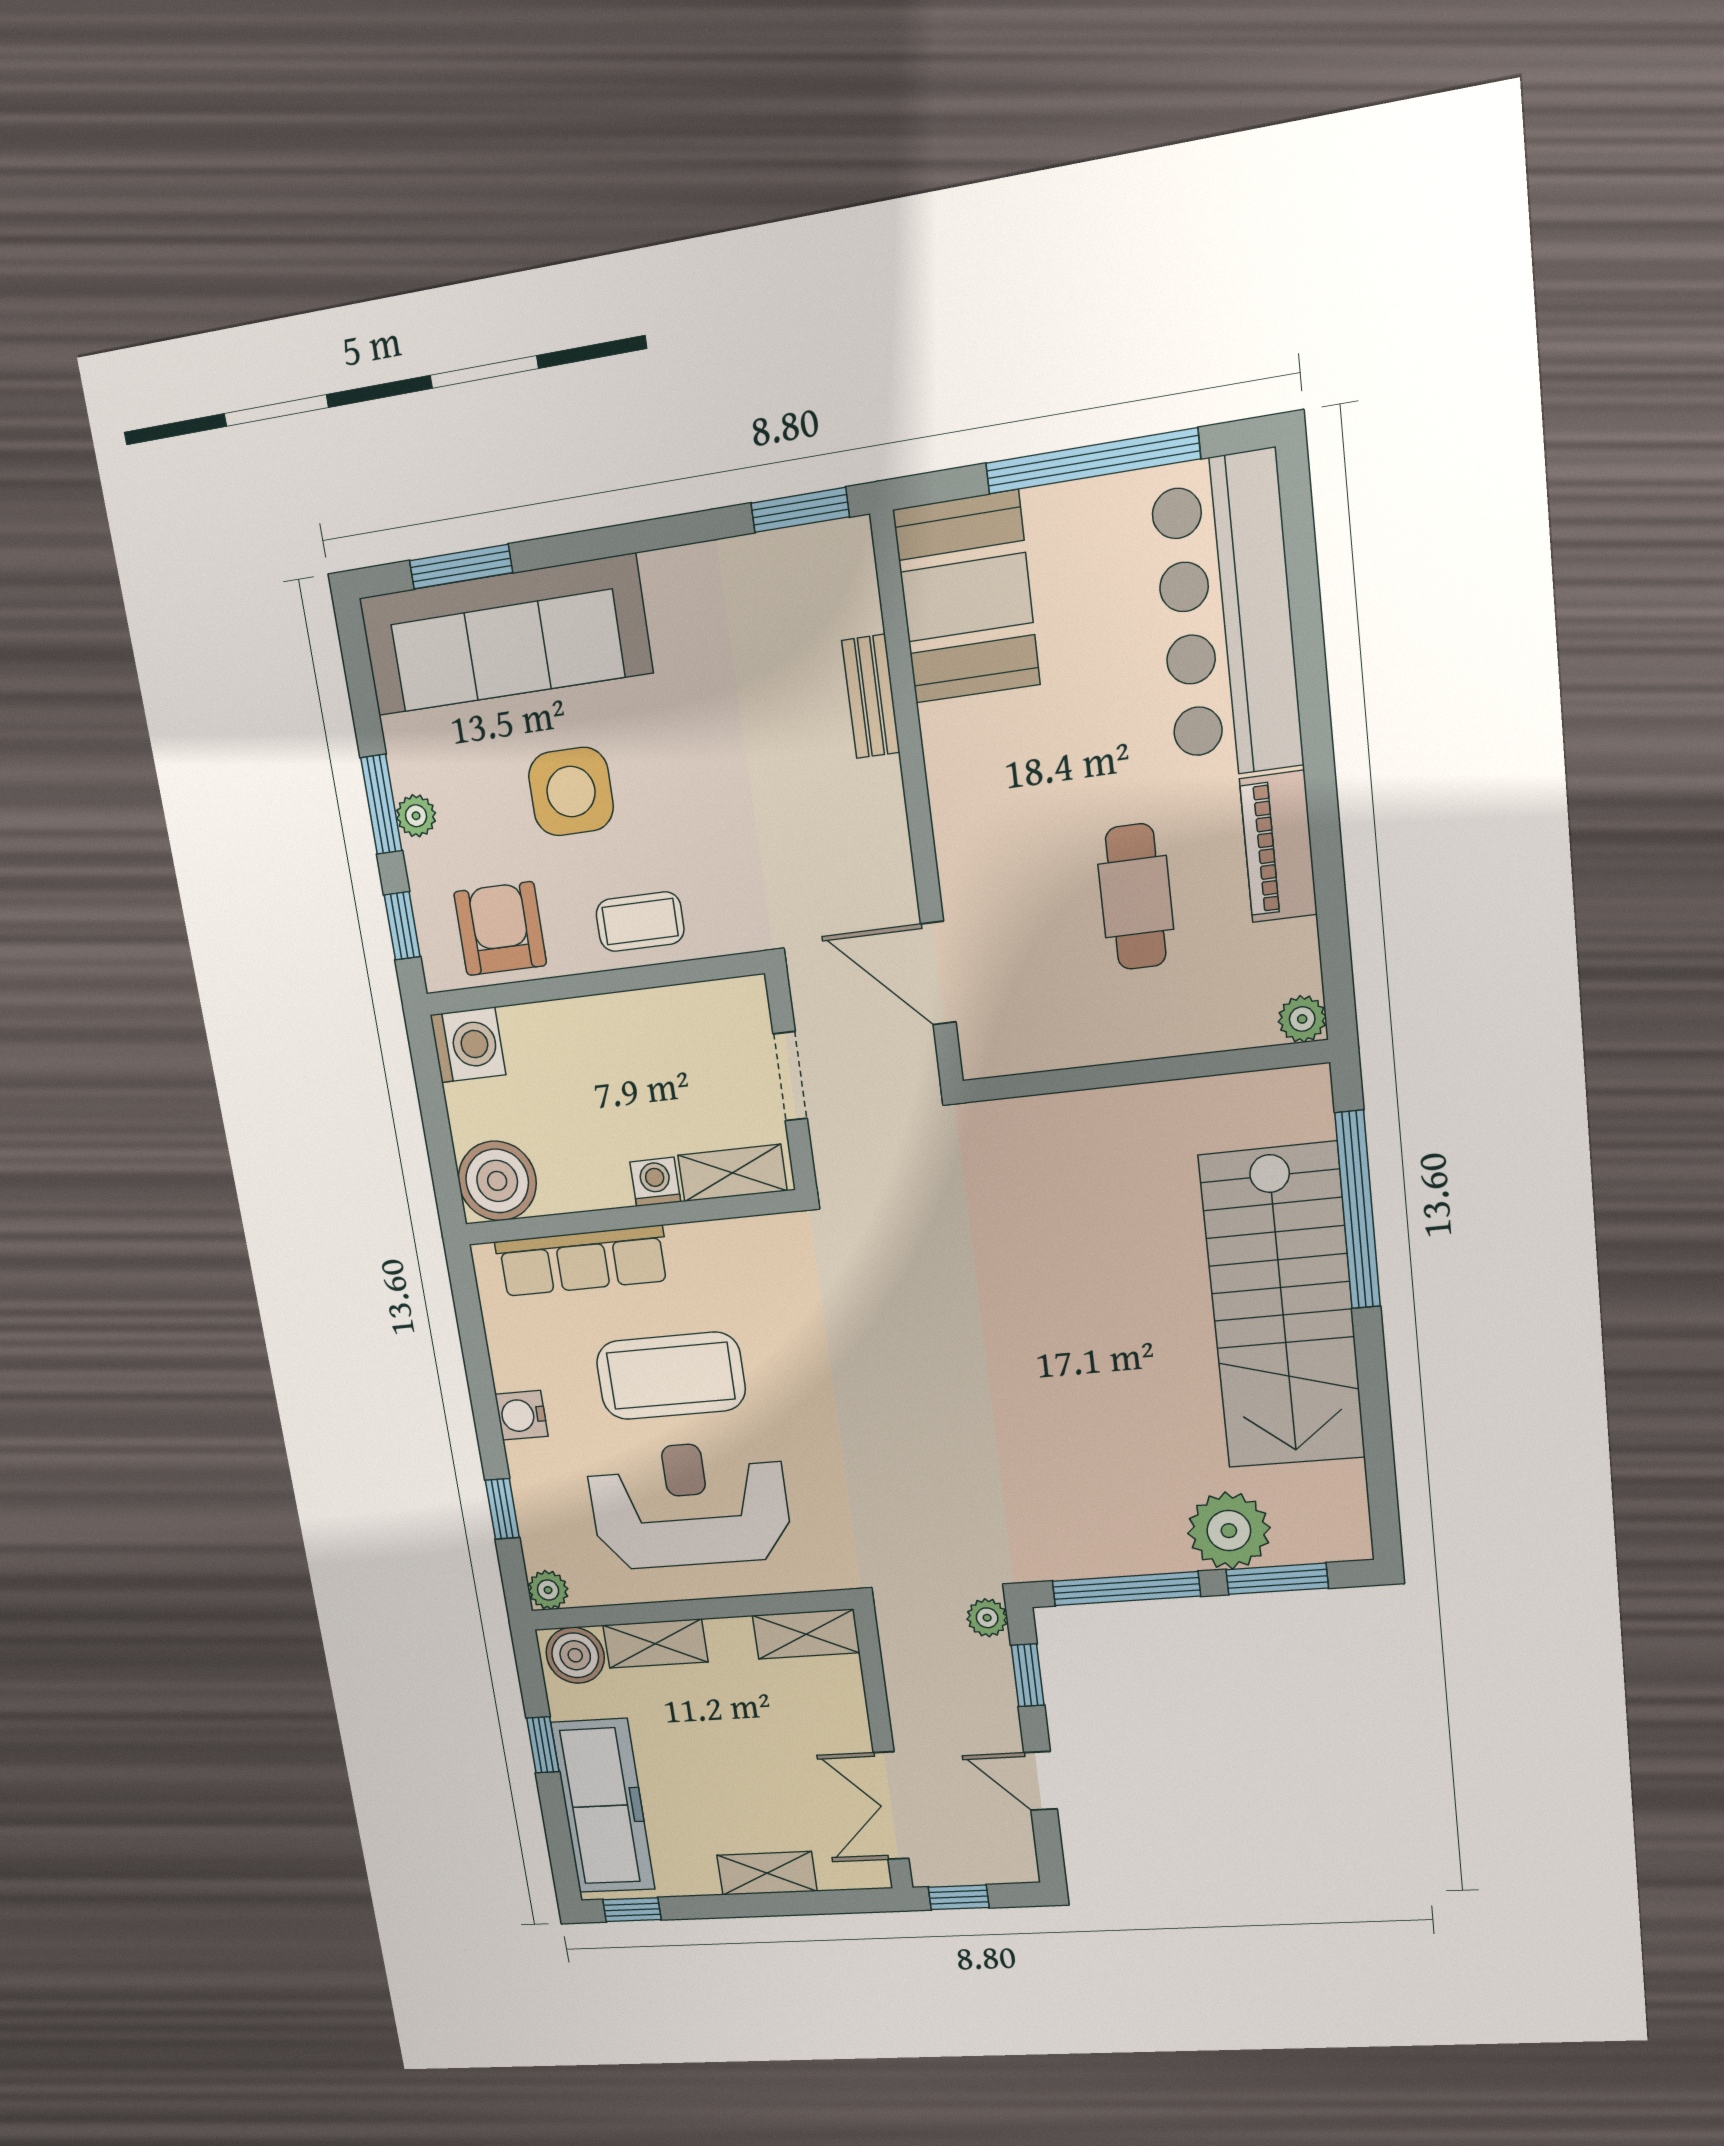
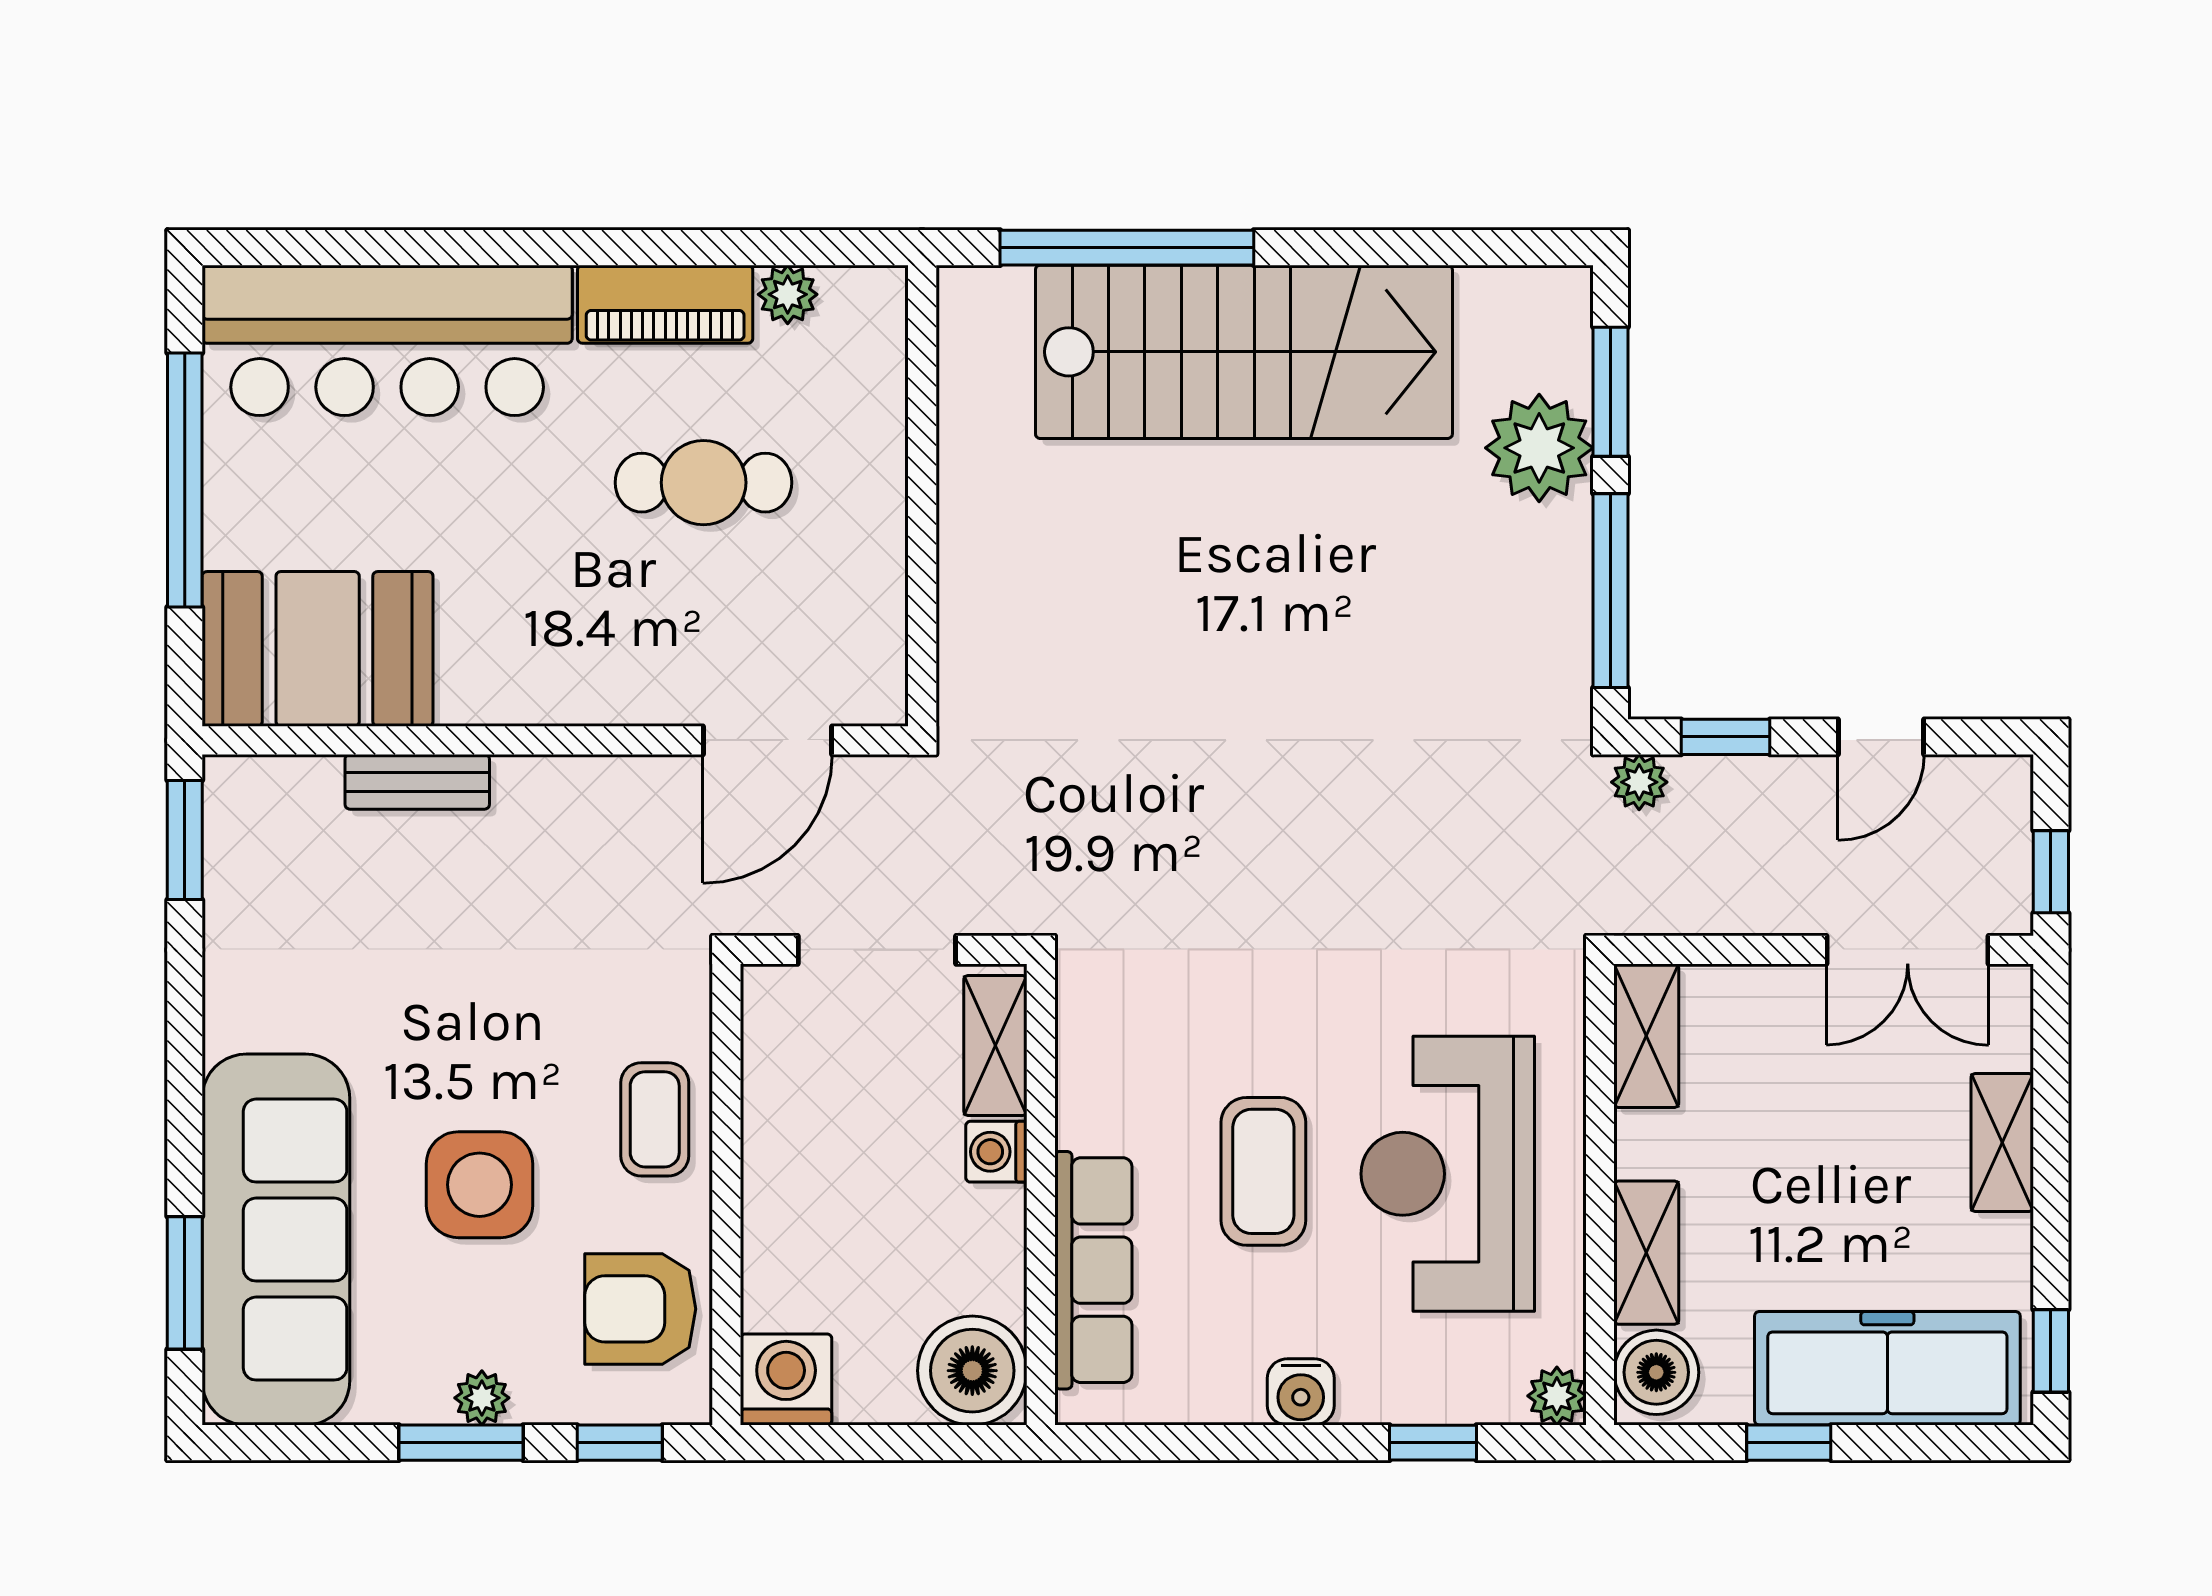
plant: (1302, 1019) -> (788, 294), moved
doorway: (790, 1076) -> (877, 950), width x1.38
coffee table: (671, 1376) -> (1263, 1171), width x0.73, depth x0.76

